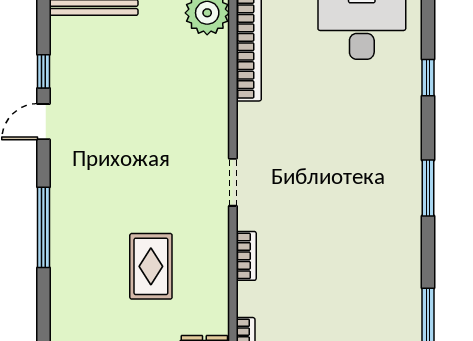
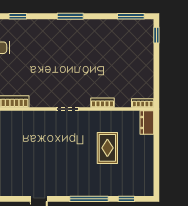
window: (44, 71) -> (126, 199), moved
rug: (151, 266) -> (107, 148), turned 90

